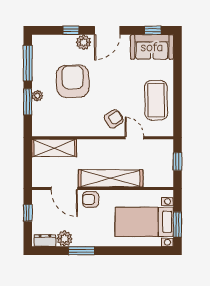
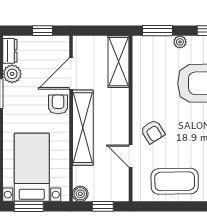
window: (28, 102) -> (158, 31), moved
door: (134, 138) -> (131, 156), swing flipped
boiler: (167, 181) -> (80, 194), added

